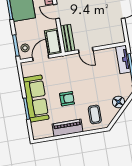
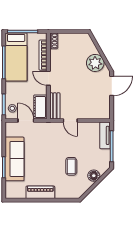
door: (41, 58) -> (26, 120), hinge flipped
armchair: (67, 99) -> (45, 164), removed
coffee table: (95, 114) -> (71, 166), moved

